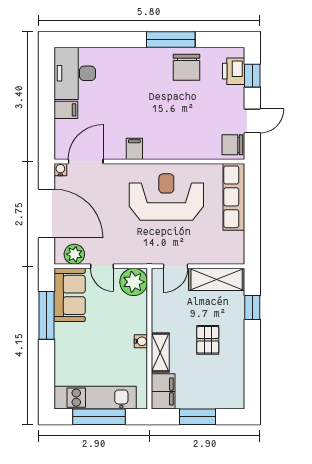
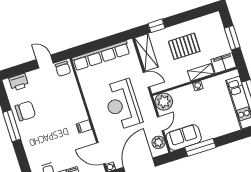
window: (252, 76) -> (18, 70), removed
reception desk: (166, 197) -> (122, 104), moved
row of seats: (234, 197) -> (101, 56), width x1.36
pallet: (208, 340) -> (184, 46), width x1.50, depth x1.42

